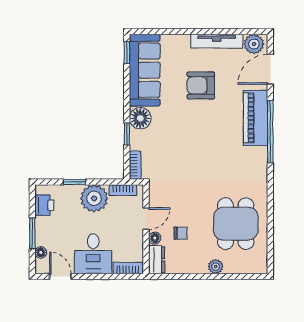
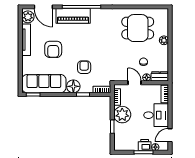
armchair: (172, 136) -> (84, 67), added
printer: (44, 205) -> (145, 145), moved

